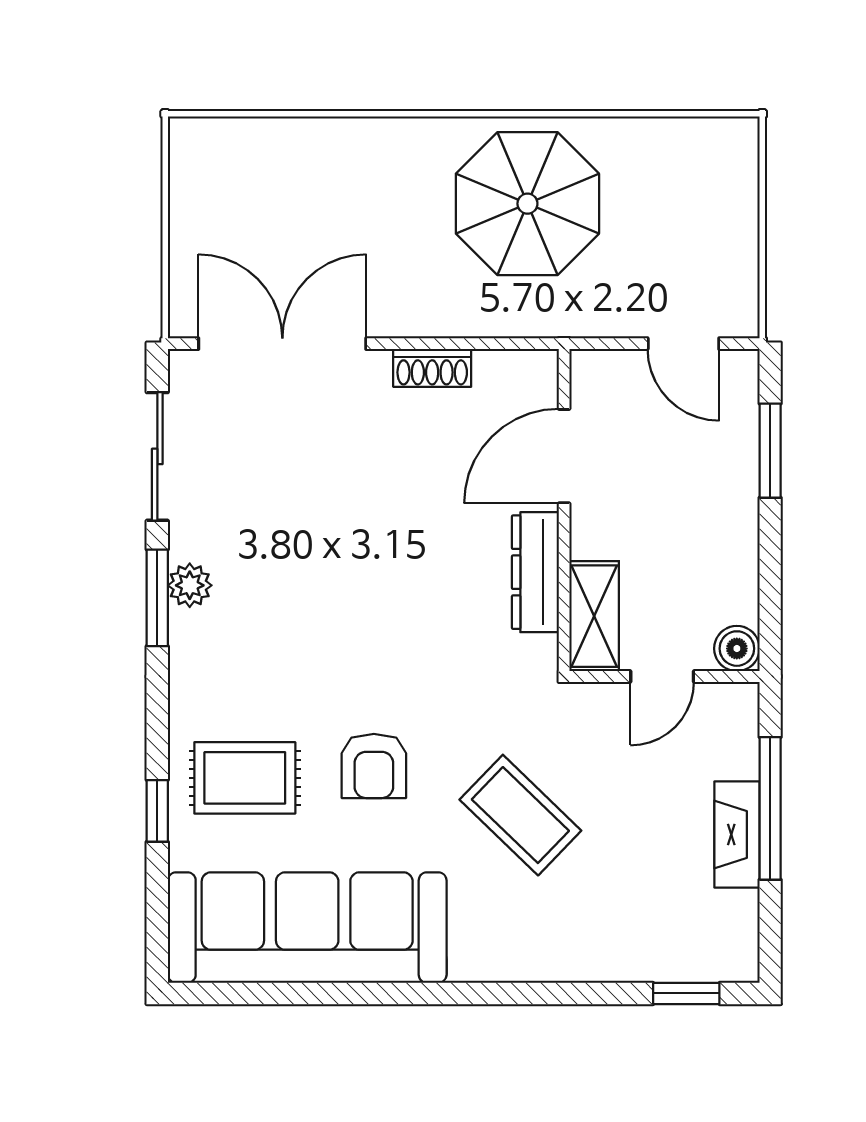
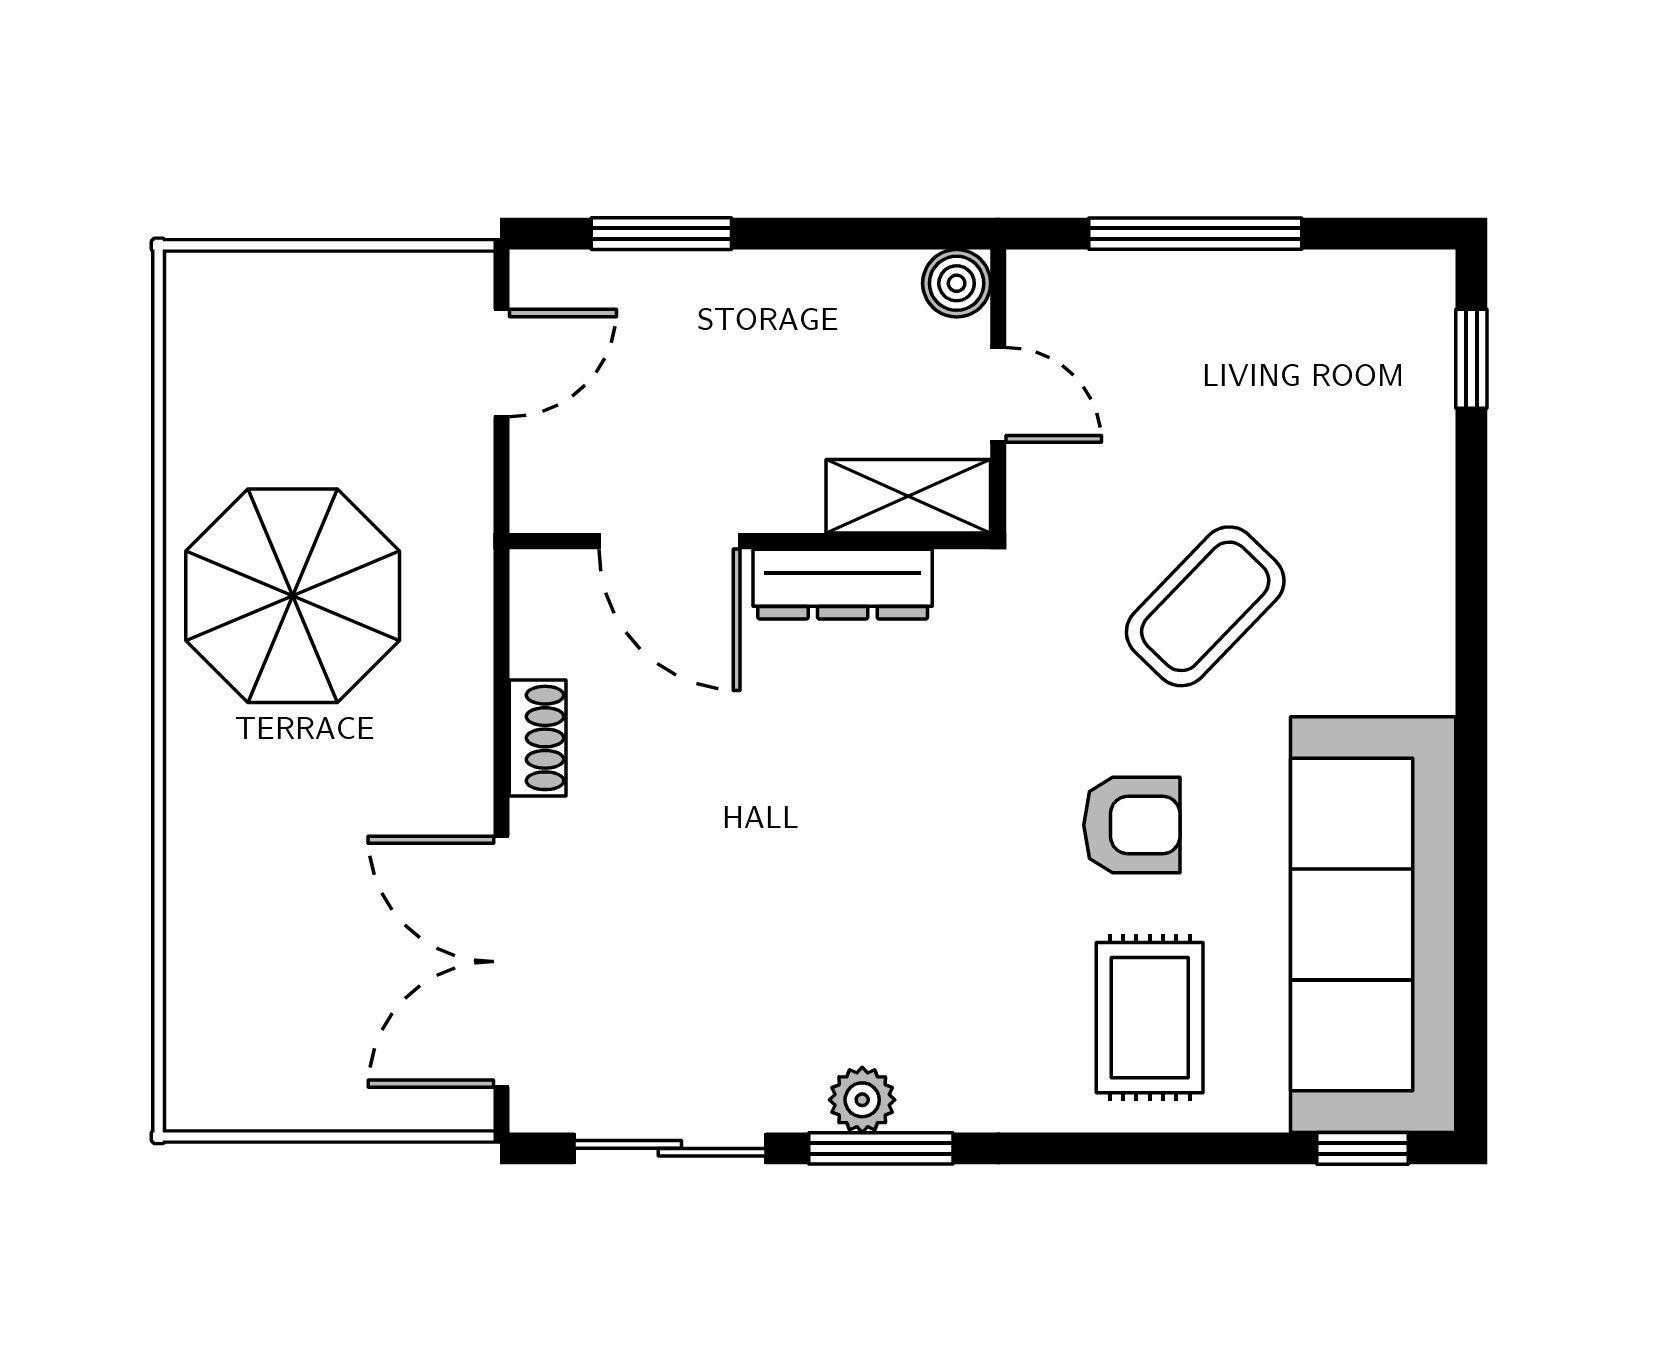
window: (157, 811) -> (1363, 1148), moved
fireplace: (737, 835) -> (1234, 283), removed

